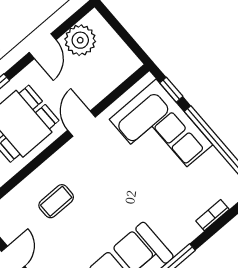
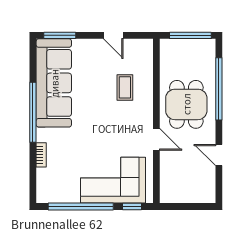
plant: (80, 40) -> (204, 179), removed
bookcase: (213, 215) -> (41, 155), moved

